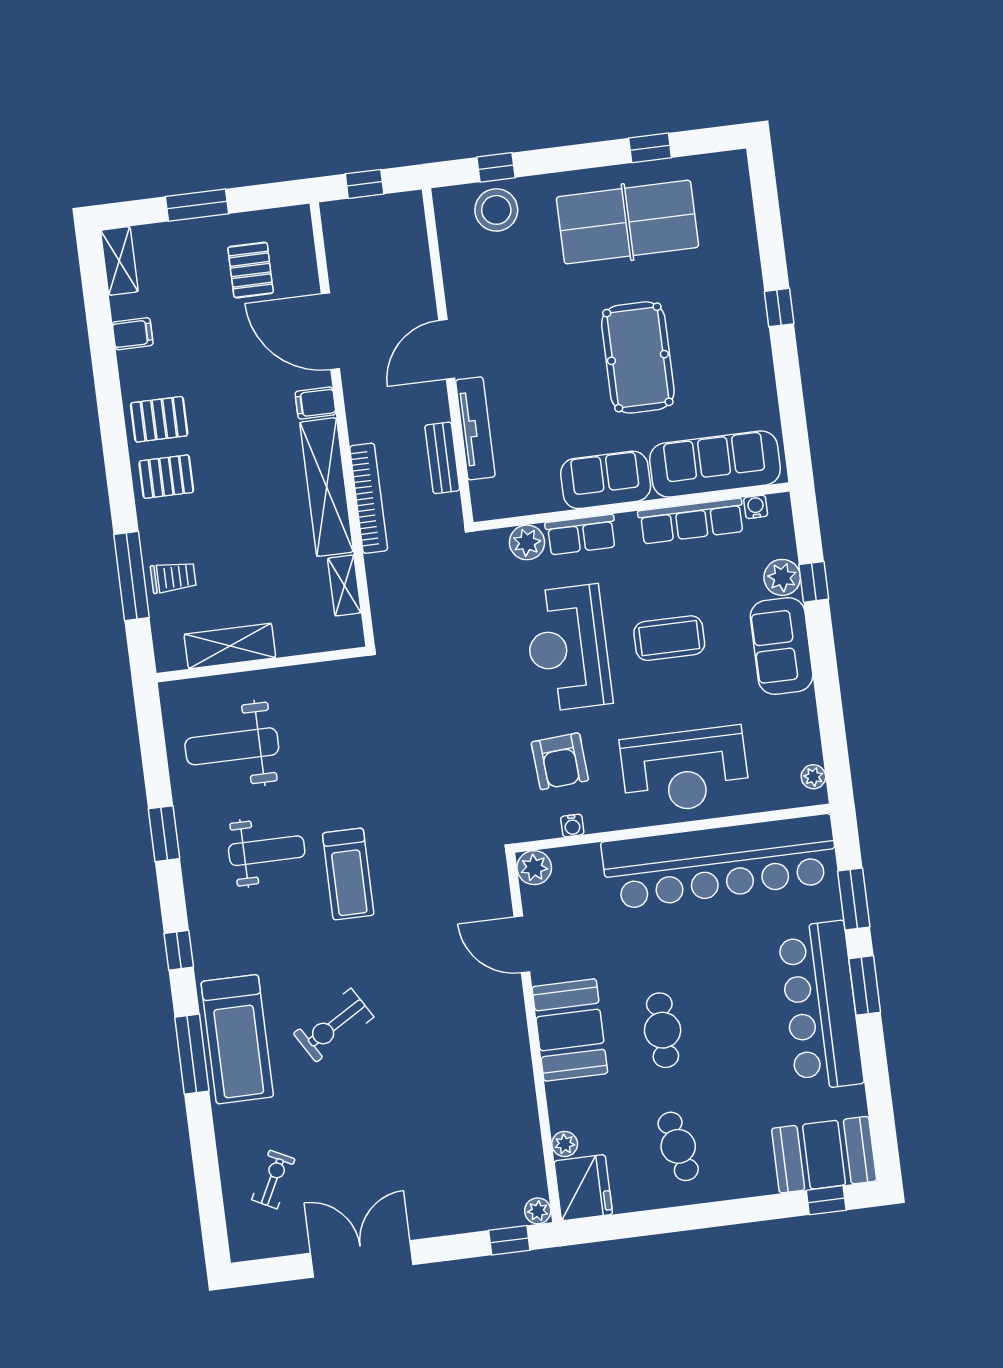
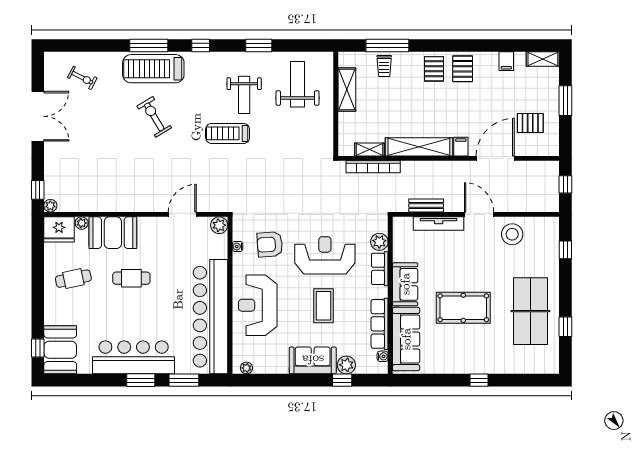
stool: (496, 210) -> (512, 234), moved
bookcase: (369, 498) -> (373, 167), moved
booth: (570, 1030) -> (113, 233), moved

